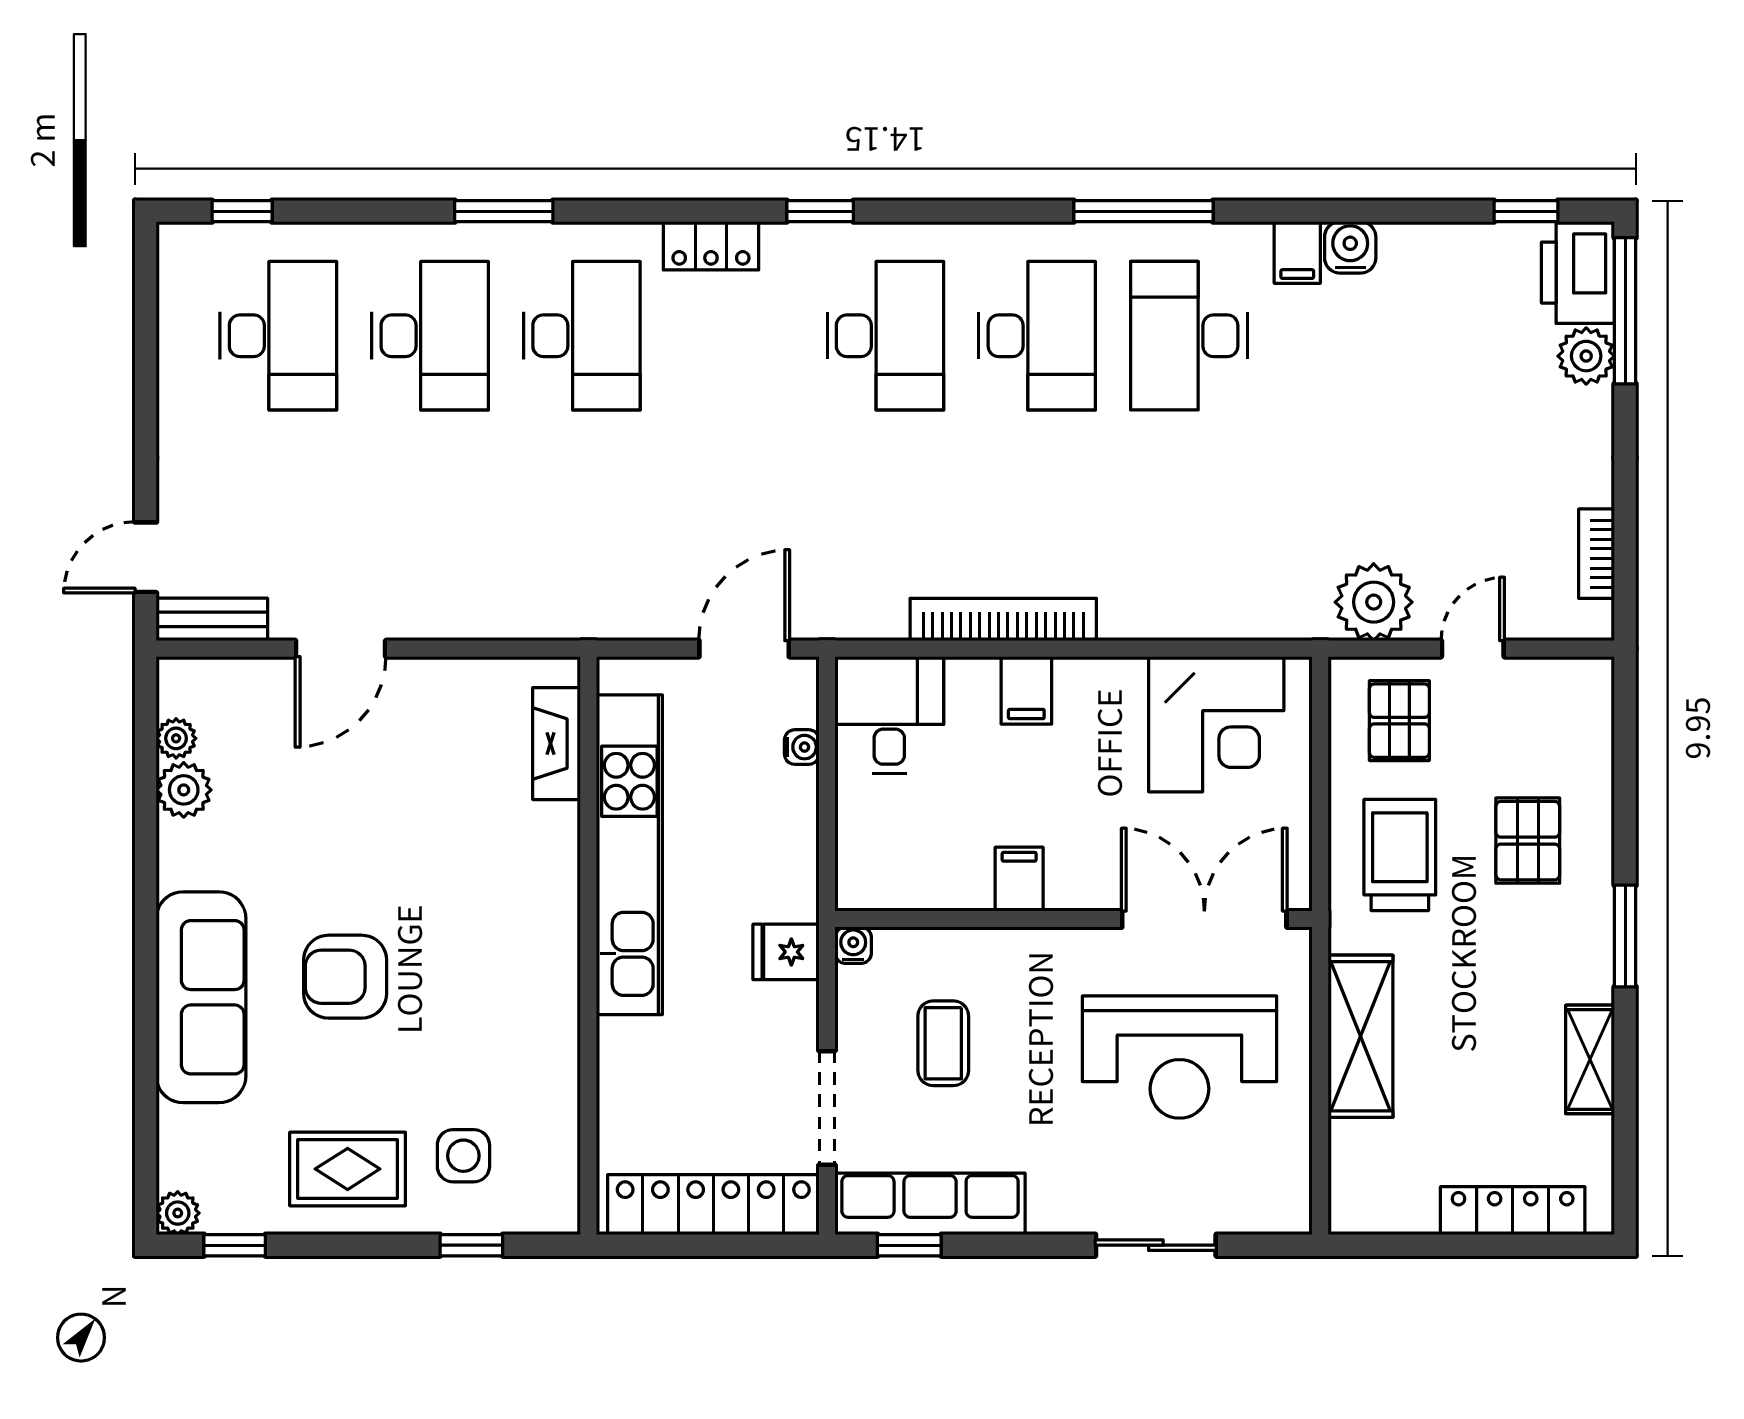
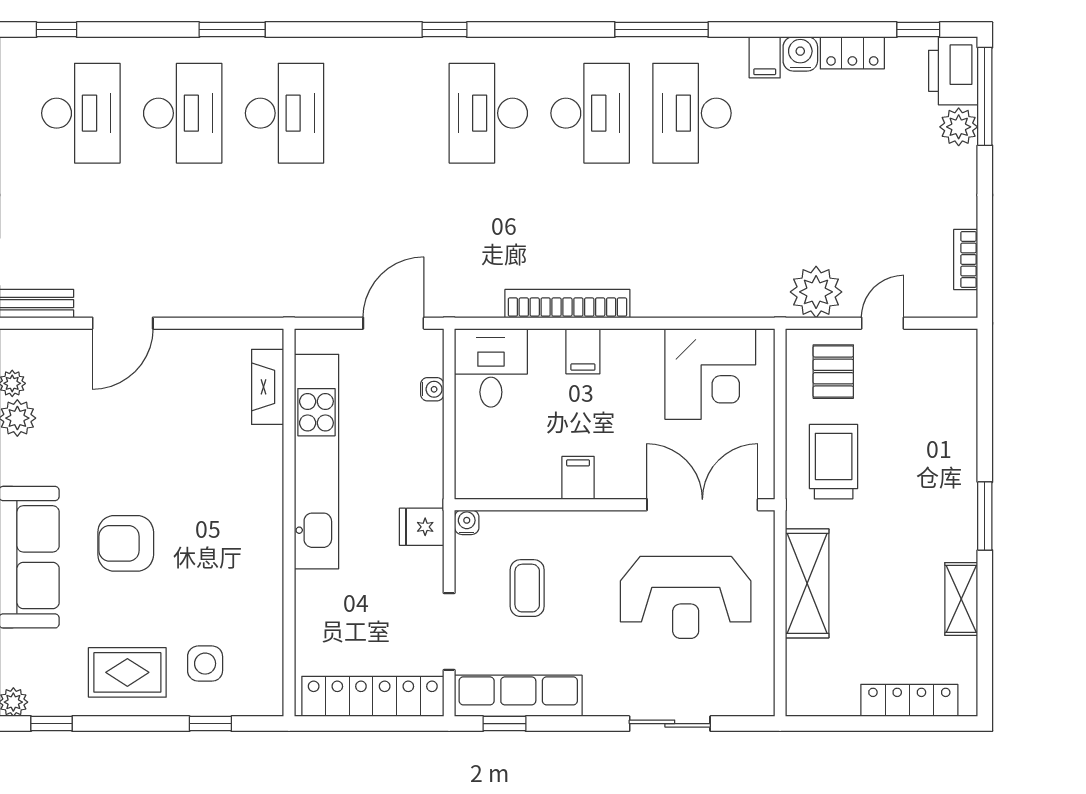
locker: (711, 246) -> (852, 53), moved
desk: (885, 336) -> (488, 113), turned 180
pallet: (1528, 841) -> (919, 452), removed

